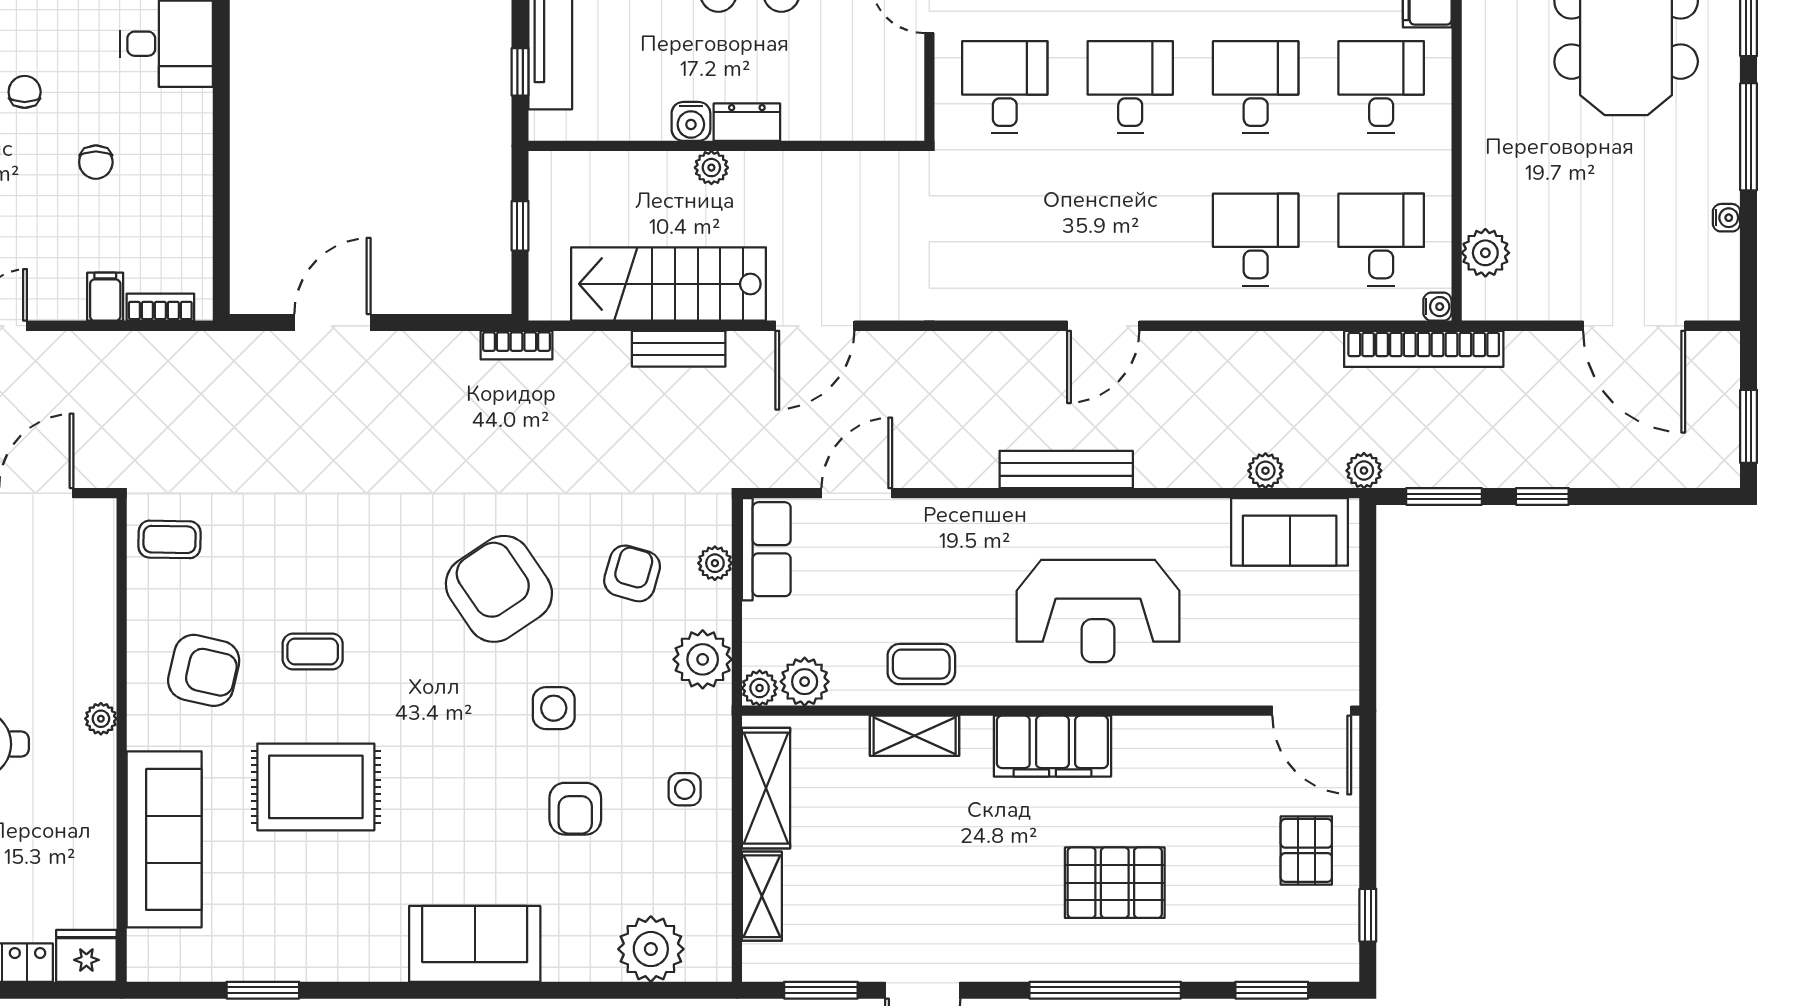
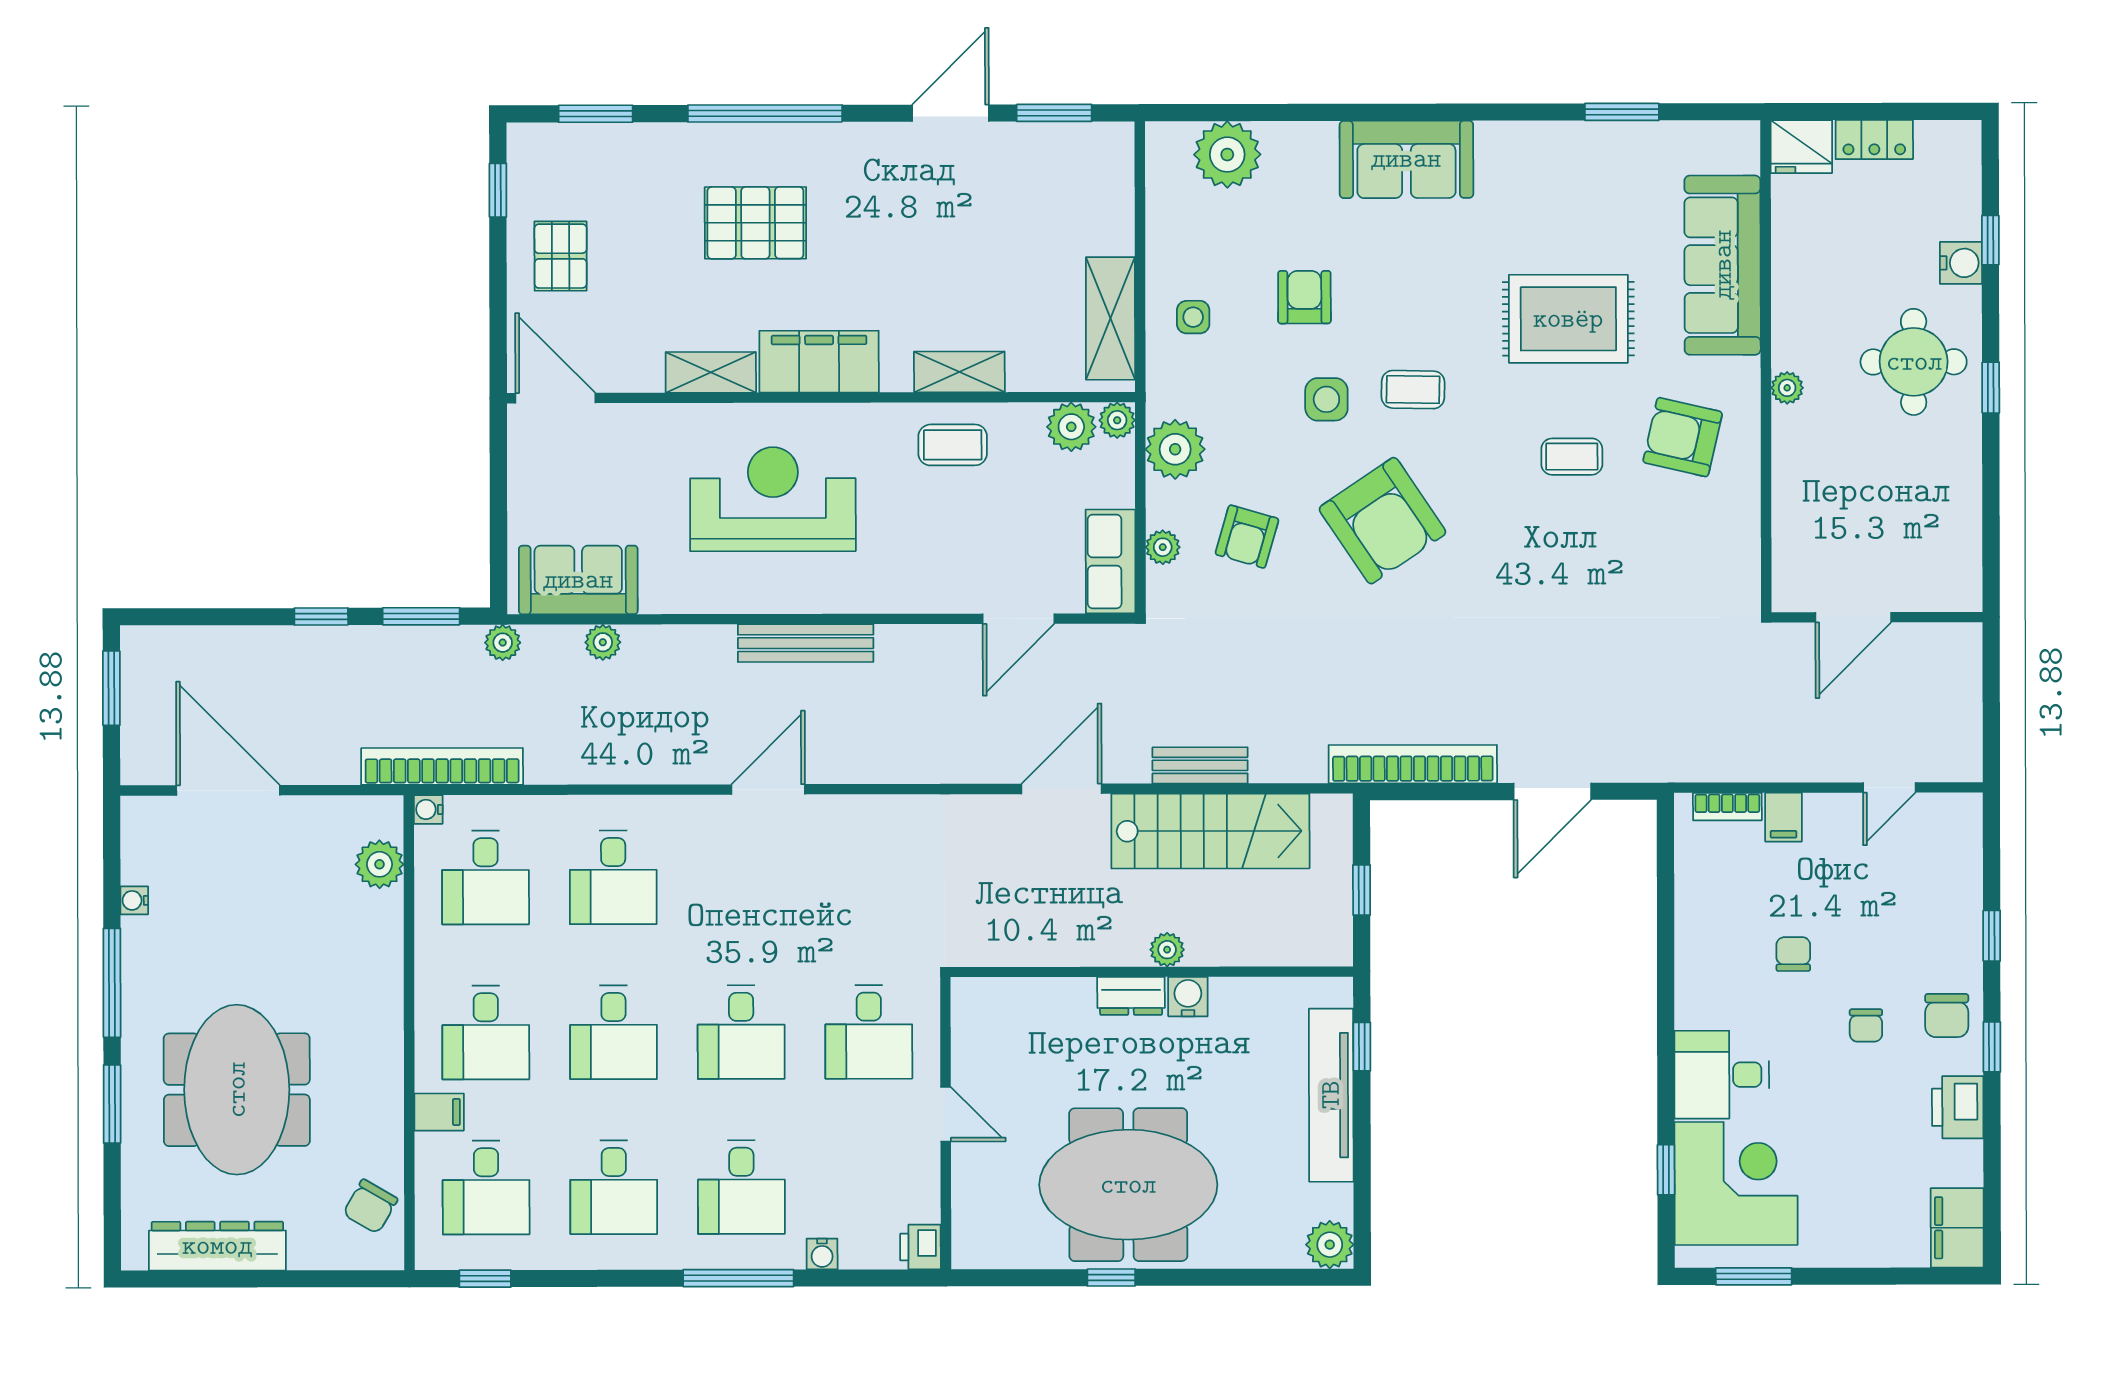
bookcase: (517, 345) -> (1413, 764), width x2.31, depth x1.31
coffee table: (170, 539) -> (1413, 390), moved
shelving: (762, 896) -> (711, 372), moved, turned 90

